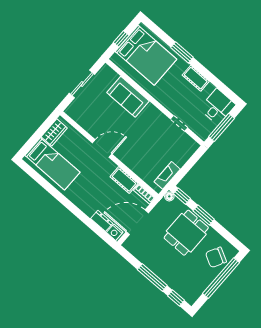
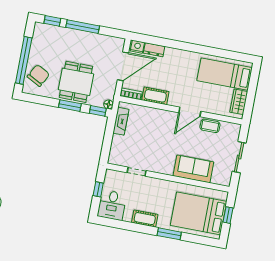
coffee table: (92, 126) -> (210, 126), added
window: (222, 127) -> (98, 189), width x0.46

